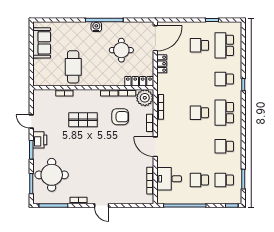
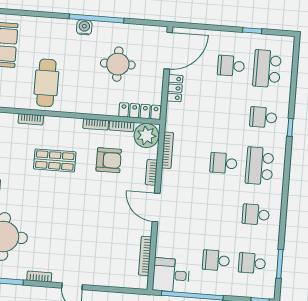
desk: (169, 179) -> (171, 275), moved

